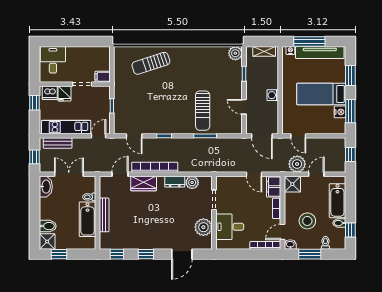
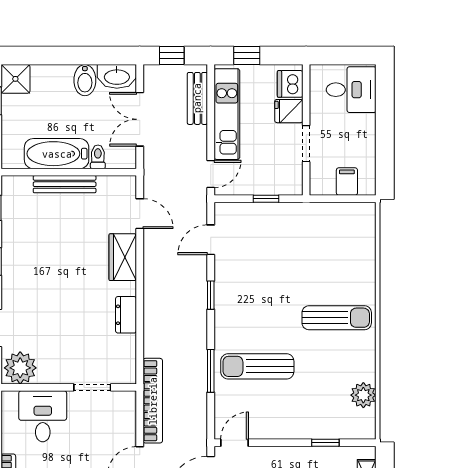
plant: (235, 53) -> (363, 395), moved
sun lounger: (151, 63) -> (337, 318), moved, turned 108
filing cabinet: (103, 77) -> (347, 182), moved
window: (34, 103) -> (247, 56), moved
door: (244, 107) -> (234, 443), moved
door: (99, 136) -> (211, 174), hinge flipped
bookcase: (155, 167) -> (153, 401), moved
double door: (69, 174) -> (140, 119), swing flipped
plant: (192, 183) -> (124, 347), removed
bidet: (48, 226) -> (85, 80), moved
plant: (203, 227) -> (20, 368), moved

